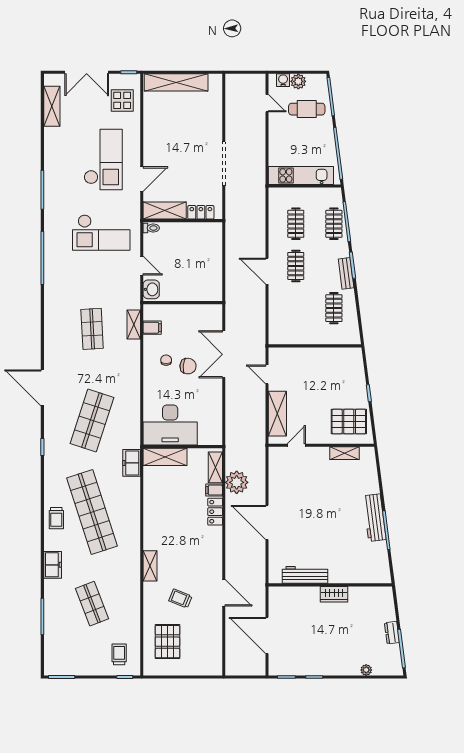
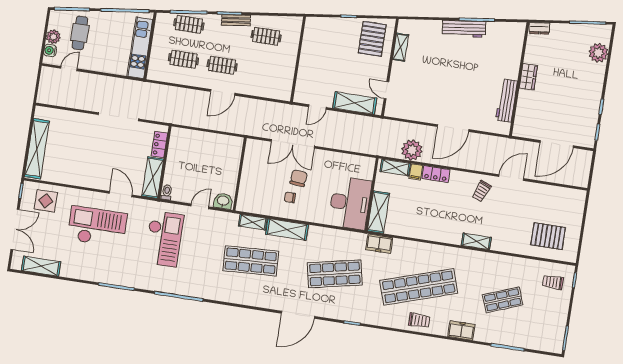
filing cabinet: (152, 328) -> (258, 206), removed
shop shelf: (92, 329) -> (251, 261), width x1.43, depth x1.36
shelving: (131, 362) -> (287, 229), added
shop shelf: (92, 420) -> (335, 274), turned -30
trolley: (180, 598) -> (482, 191), moved
dresser: (392, 633) -> (539, 28), moved
plant: (366, 670) -> (598, 53), width x1.88, depth x1.88

